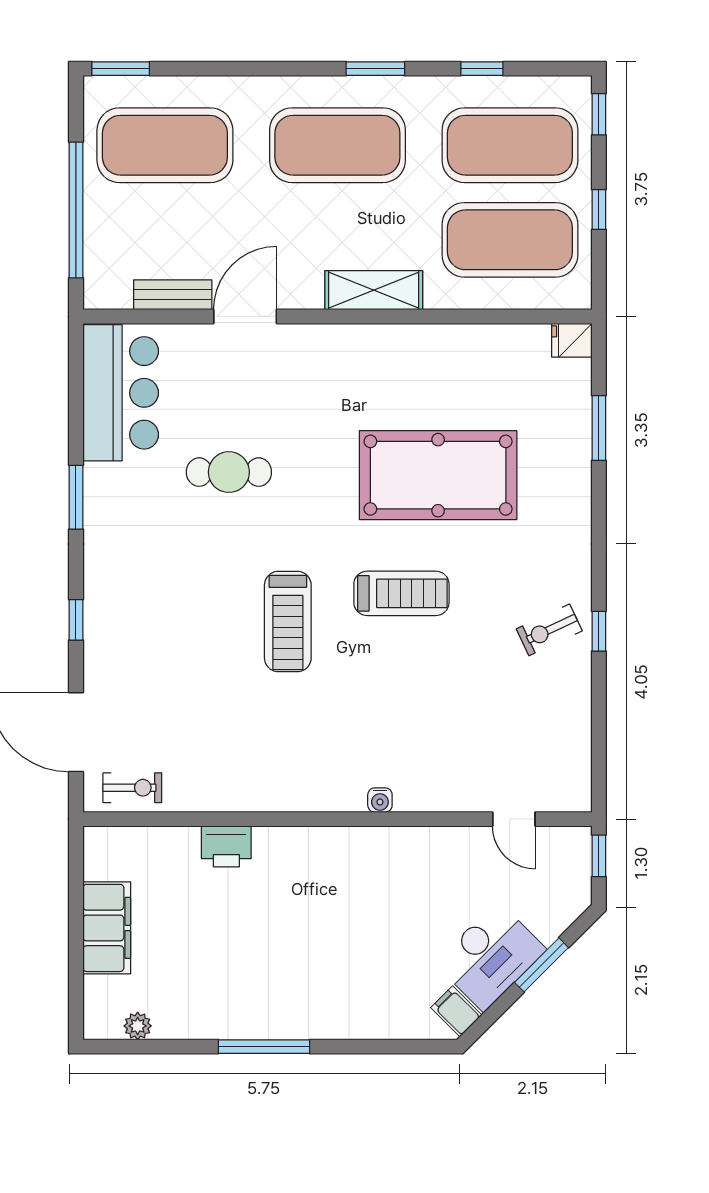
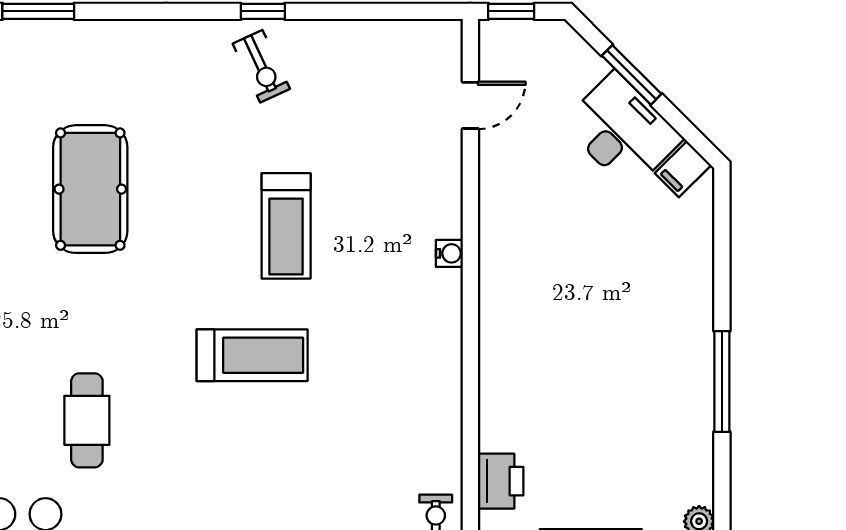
pool table: (438, 475) -> (90, 189), width x0.73, depth x0.76
treadmill: (401, 593) -> (286, 226), moved, turned 180
printer: (226, 846) -> (501, 481), moved

